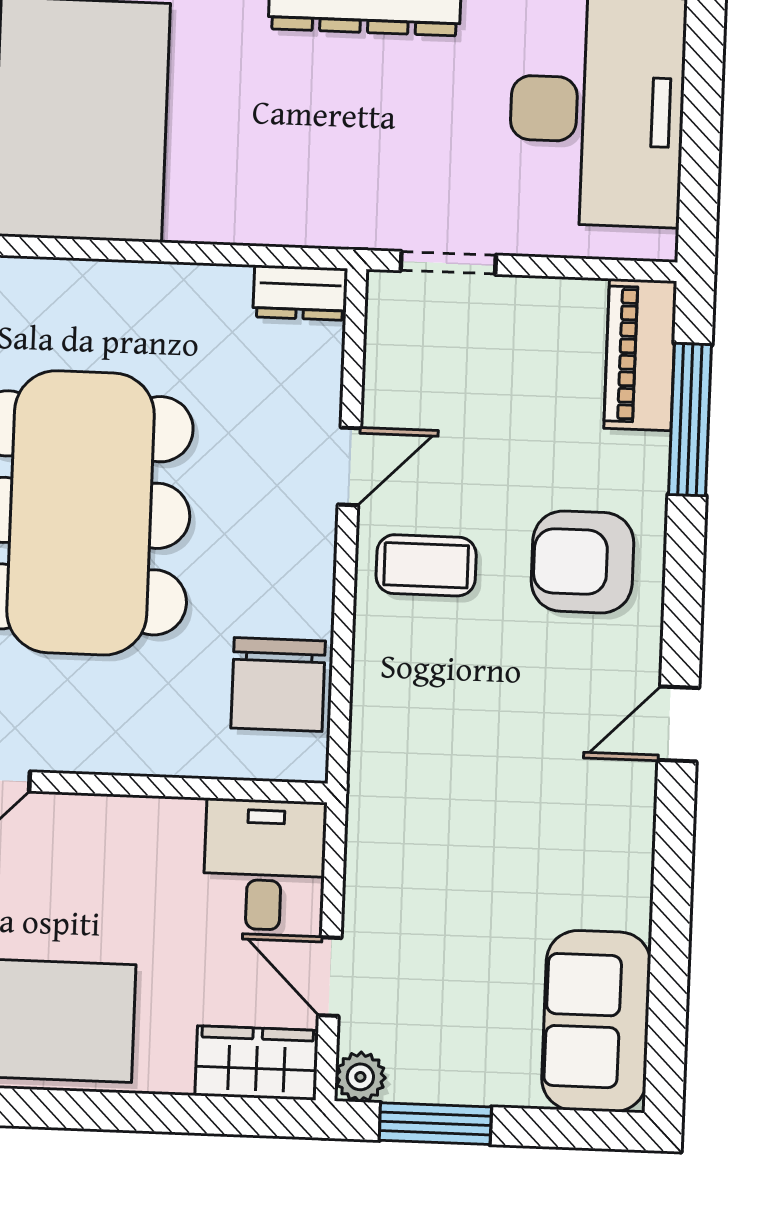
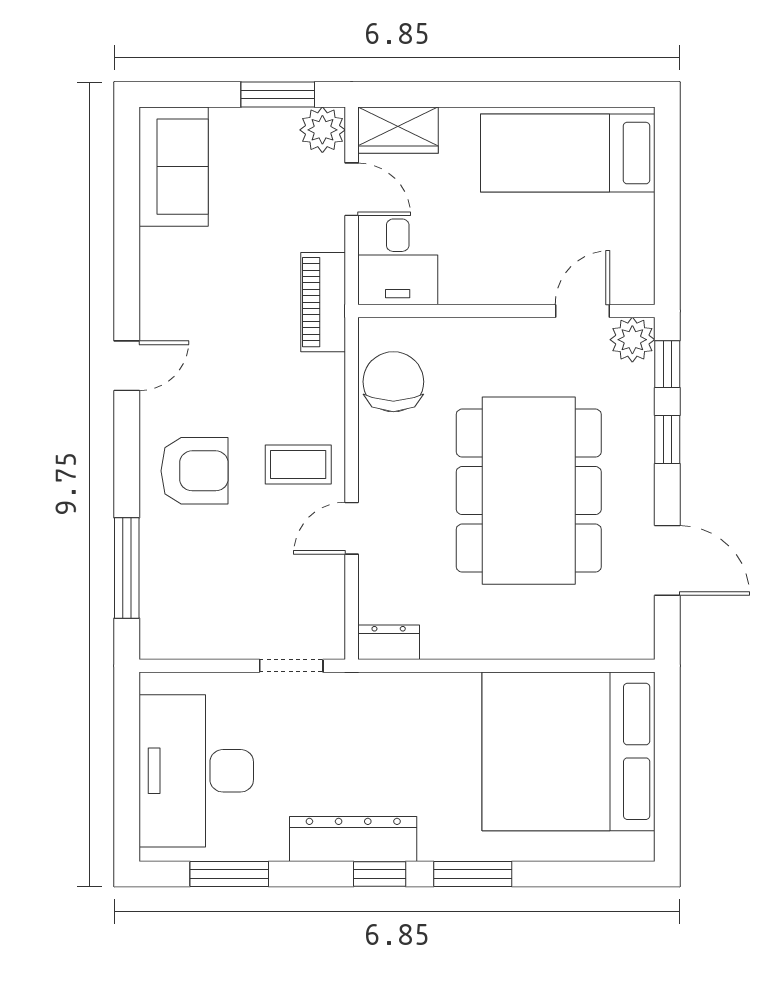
piano: (640, 355) -> (323, 302), moved, turned 180
plant: (360, 1077) -> (322, 130), width x1.38, depth x1.38

